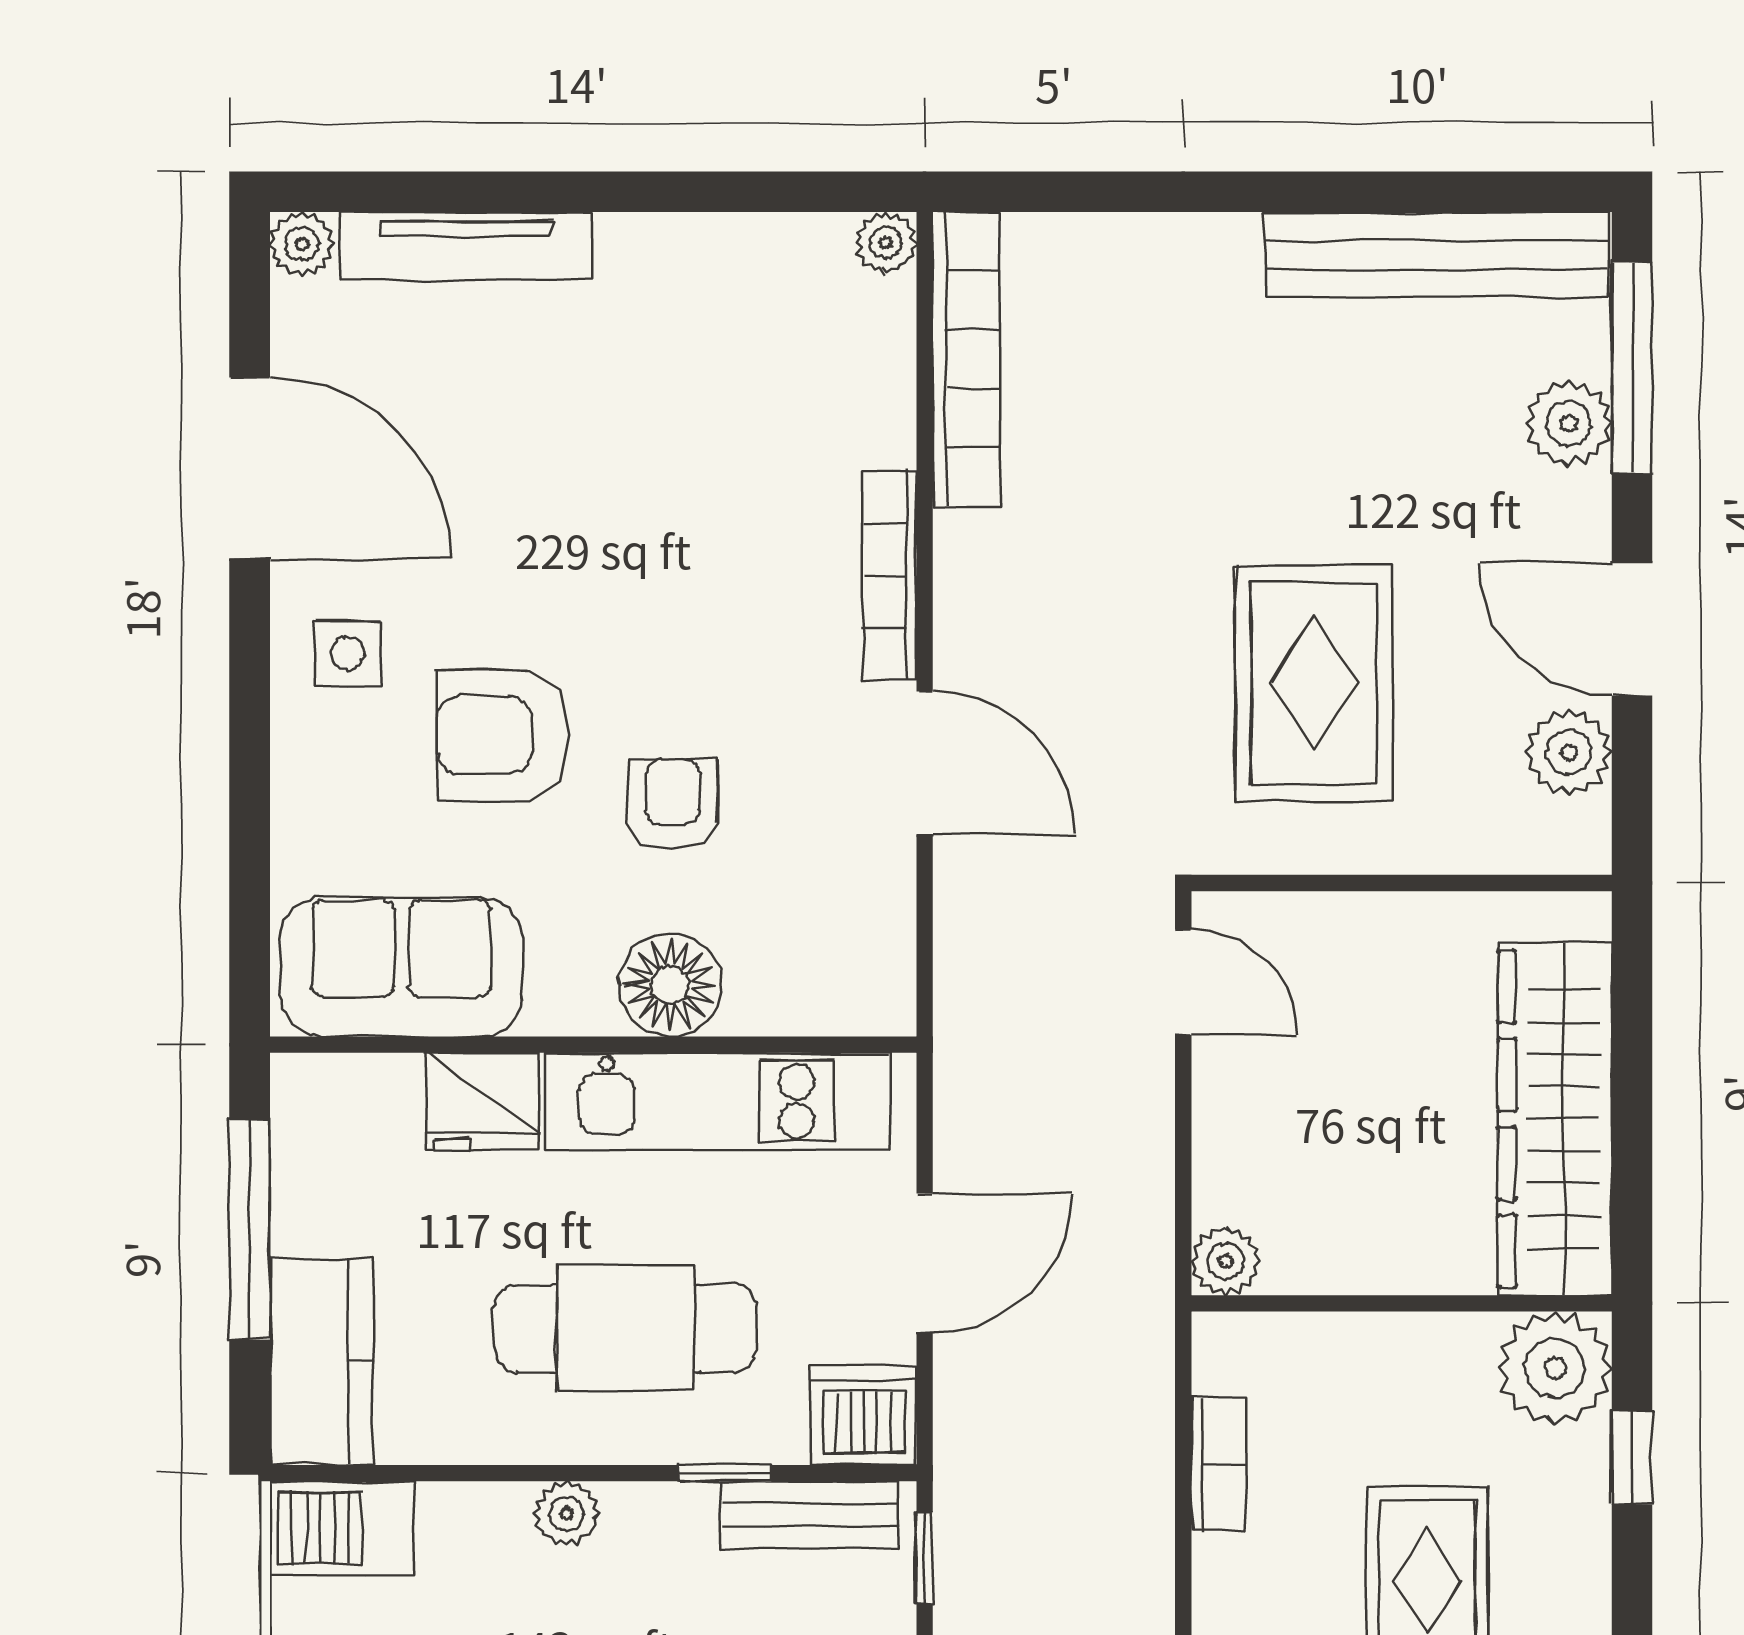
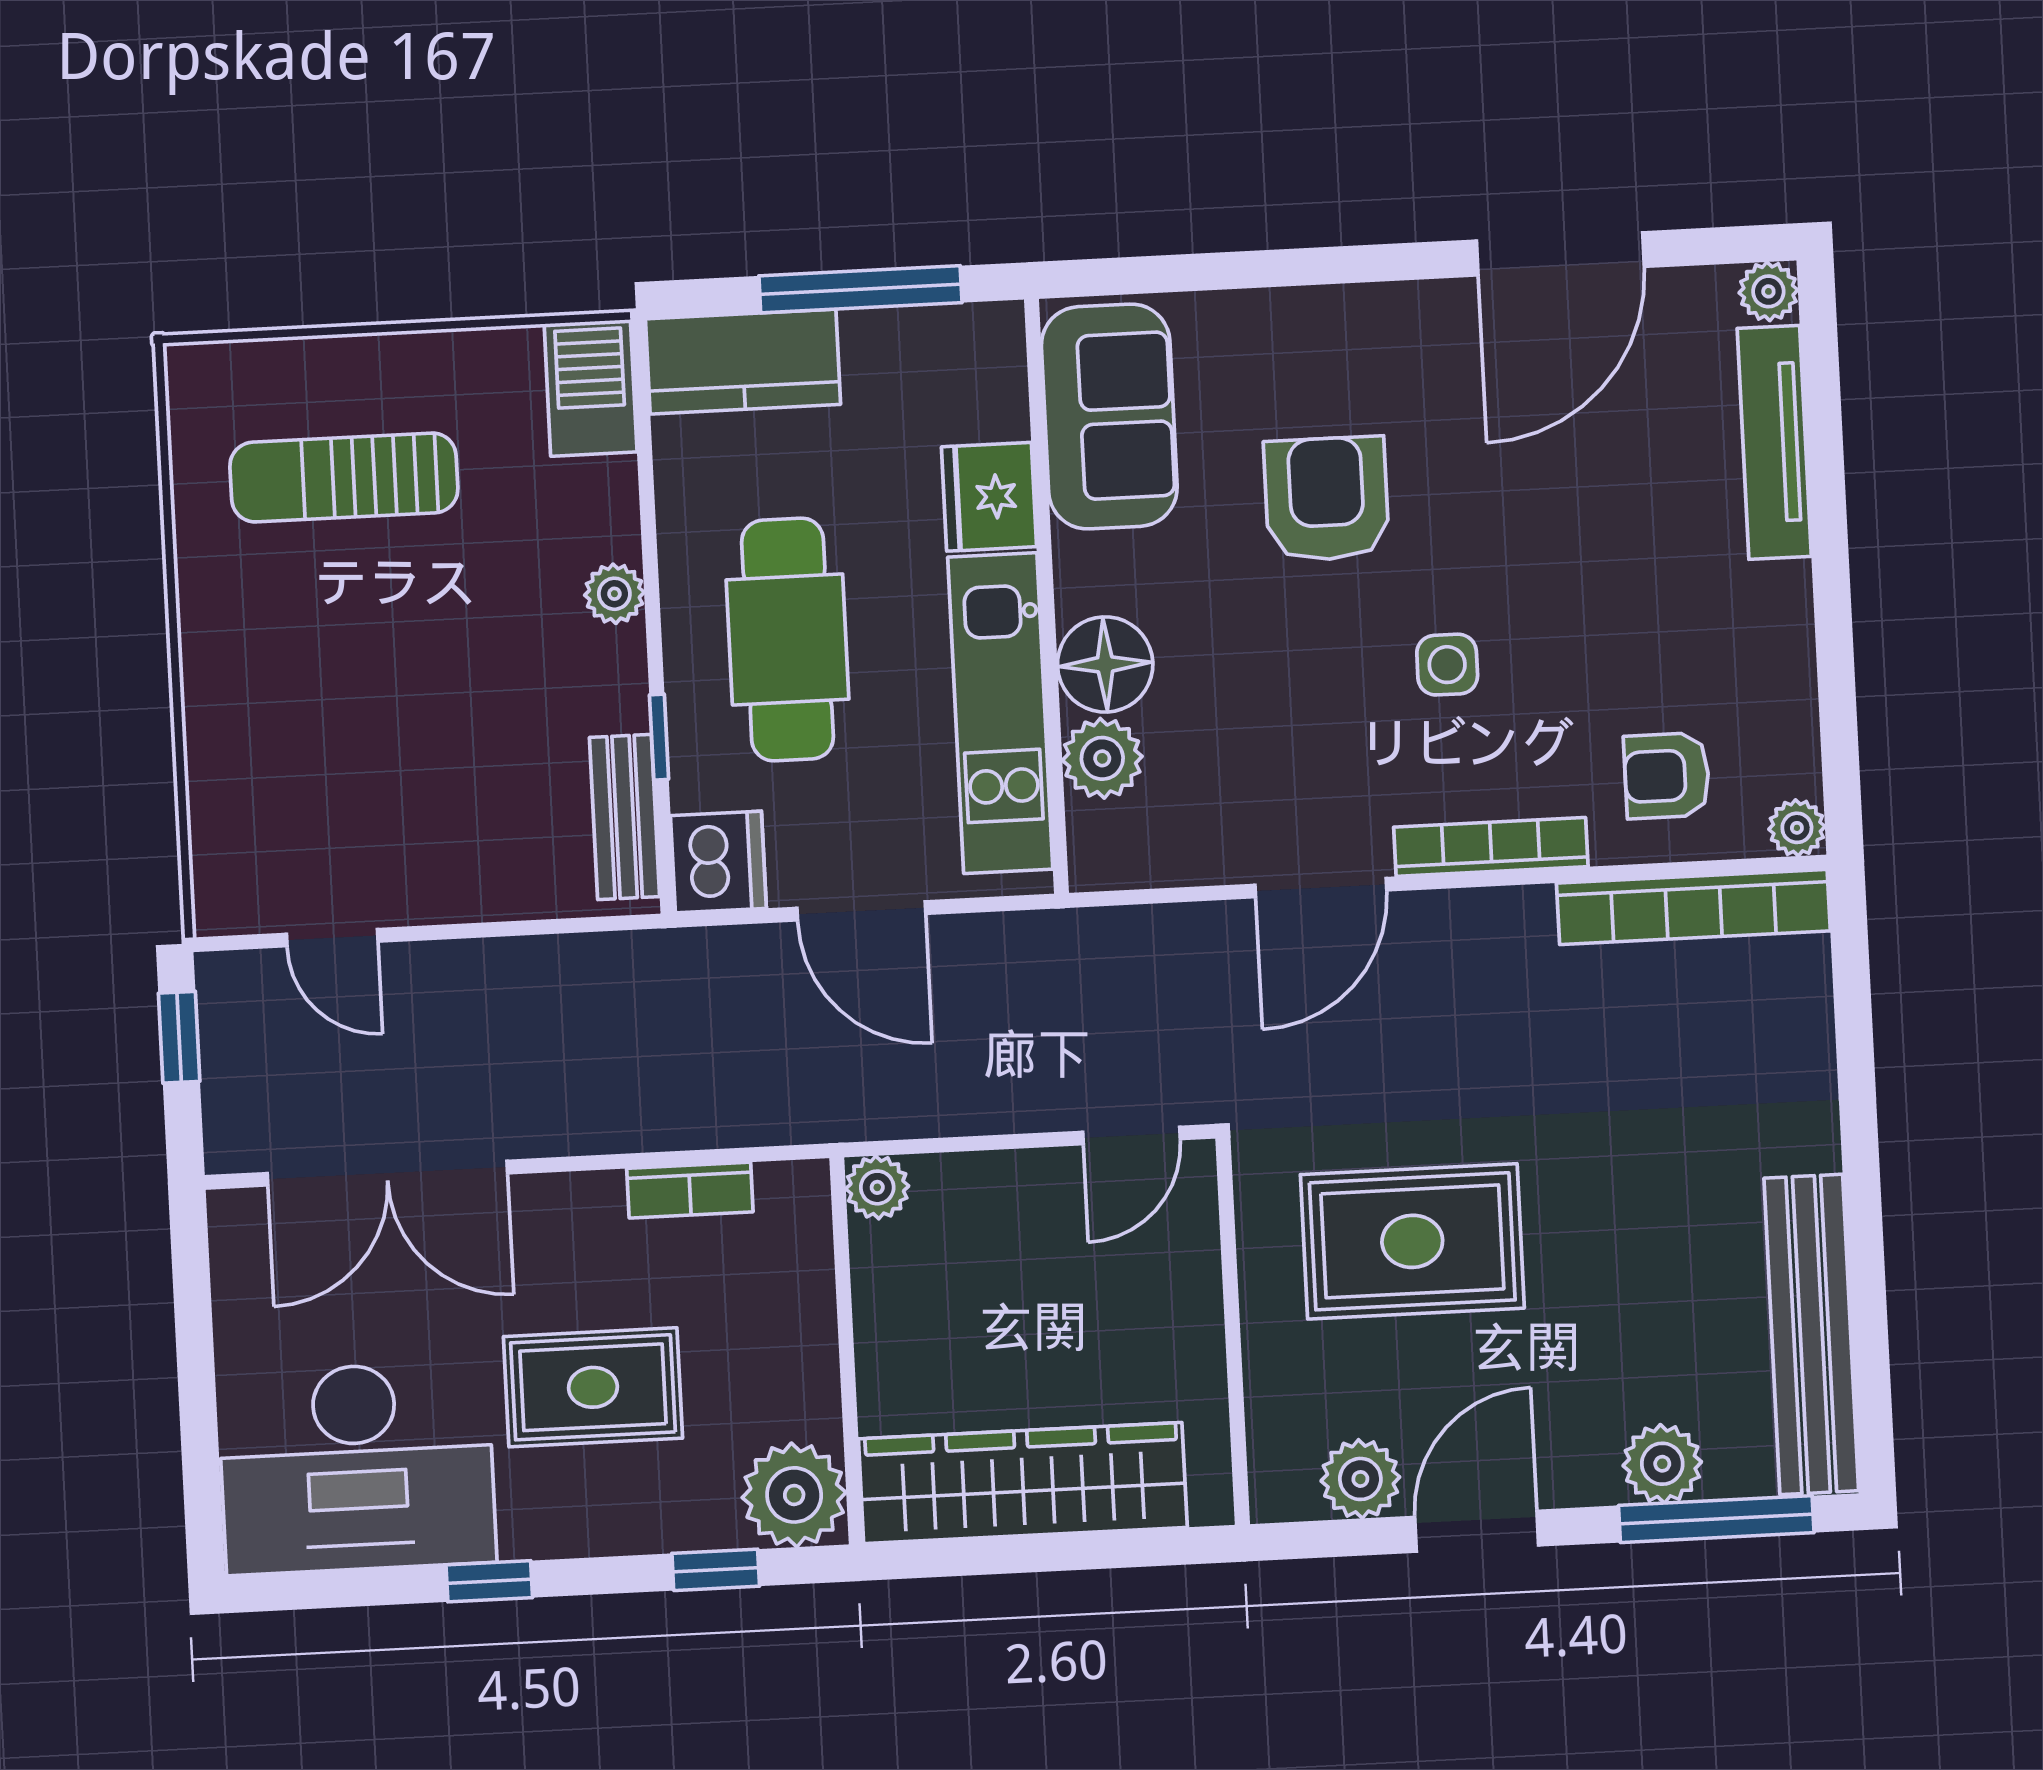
side table: (348, 653) -> (1447, 665), moved
armchair: (673, 805) -> (1667, 776), moved, turned 180
plant: (772, 993) -> (1102, 758), added
window: (925, 1558) -> (590, 925), removed

